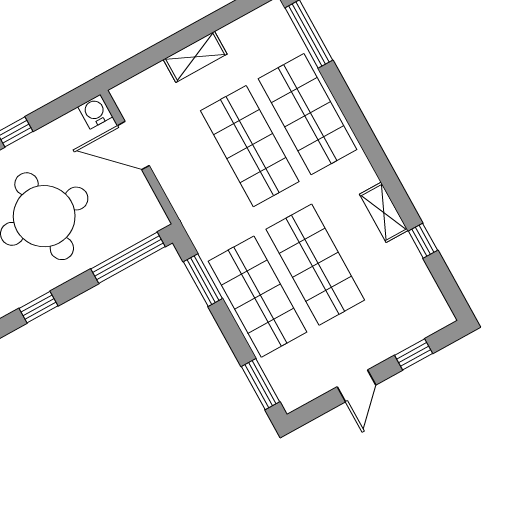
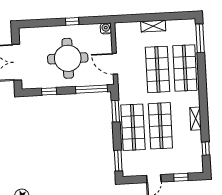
door: (133, 146) -> (115, 64), moved
window: (423, 241) -> (206, 149), moved

